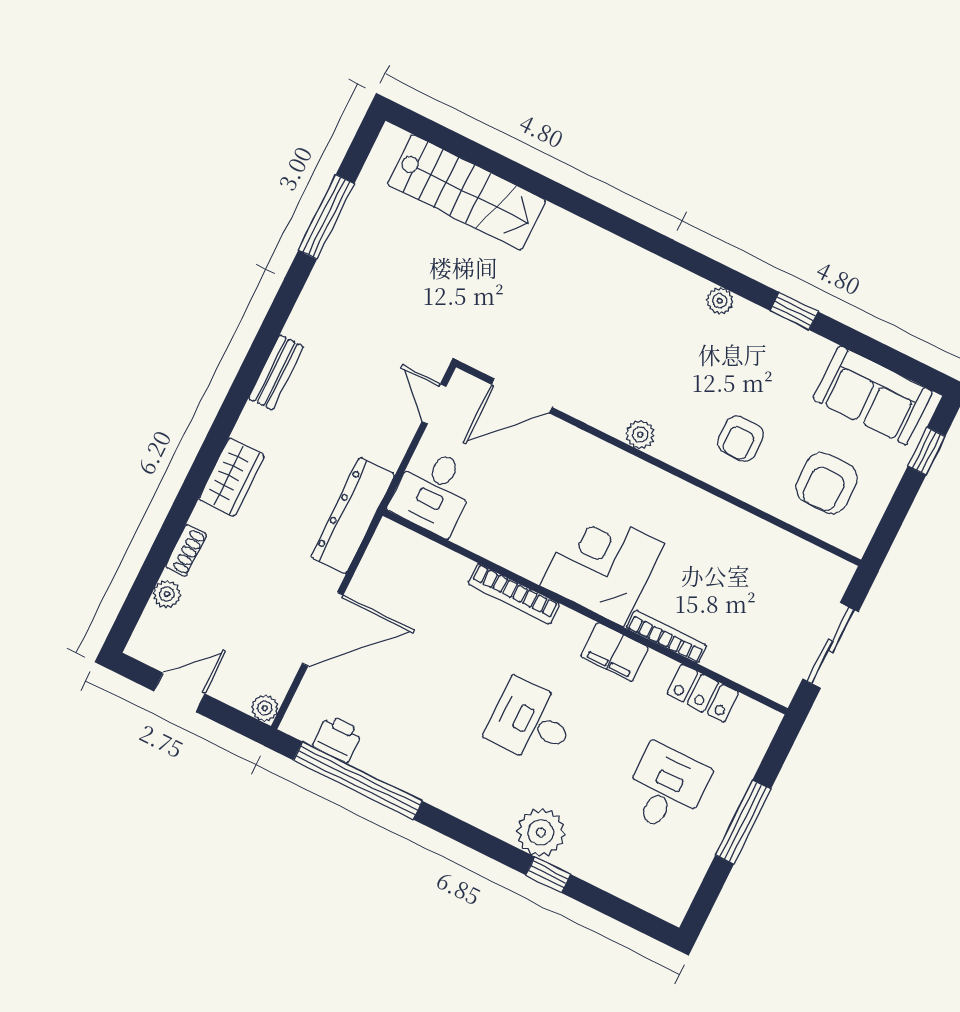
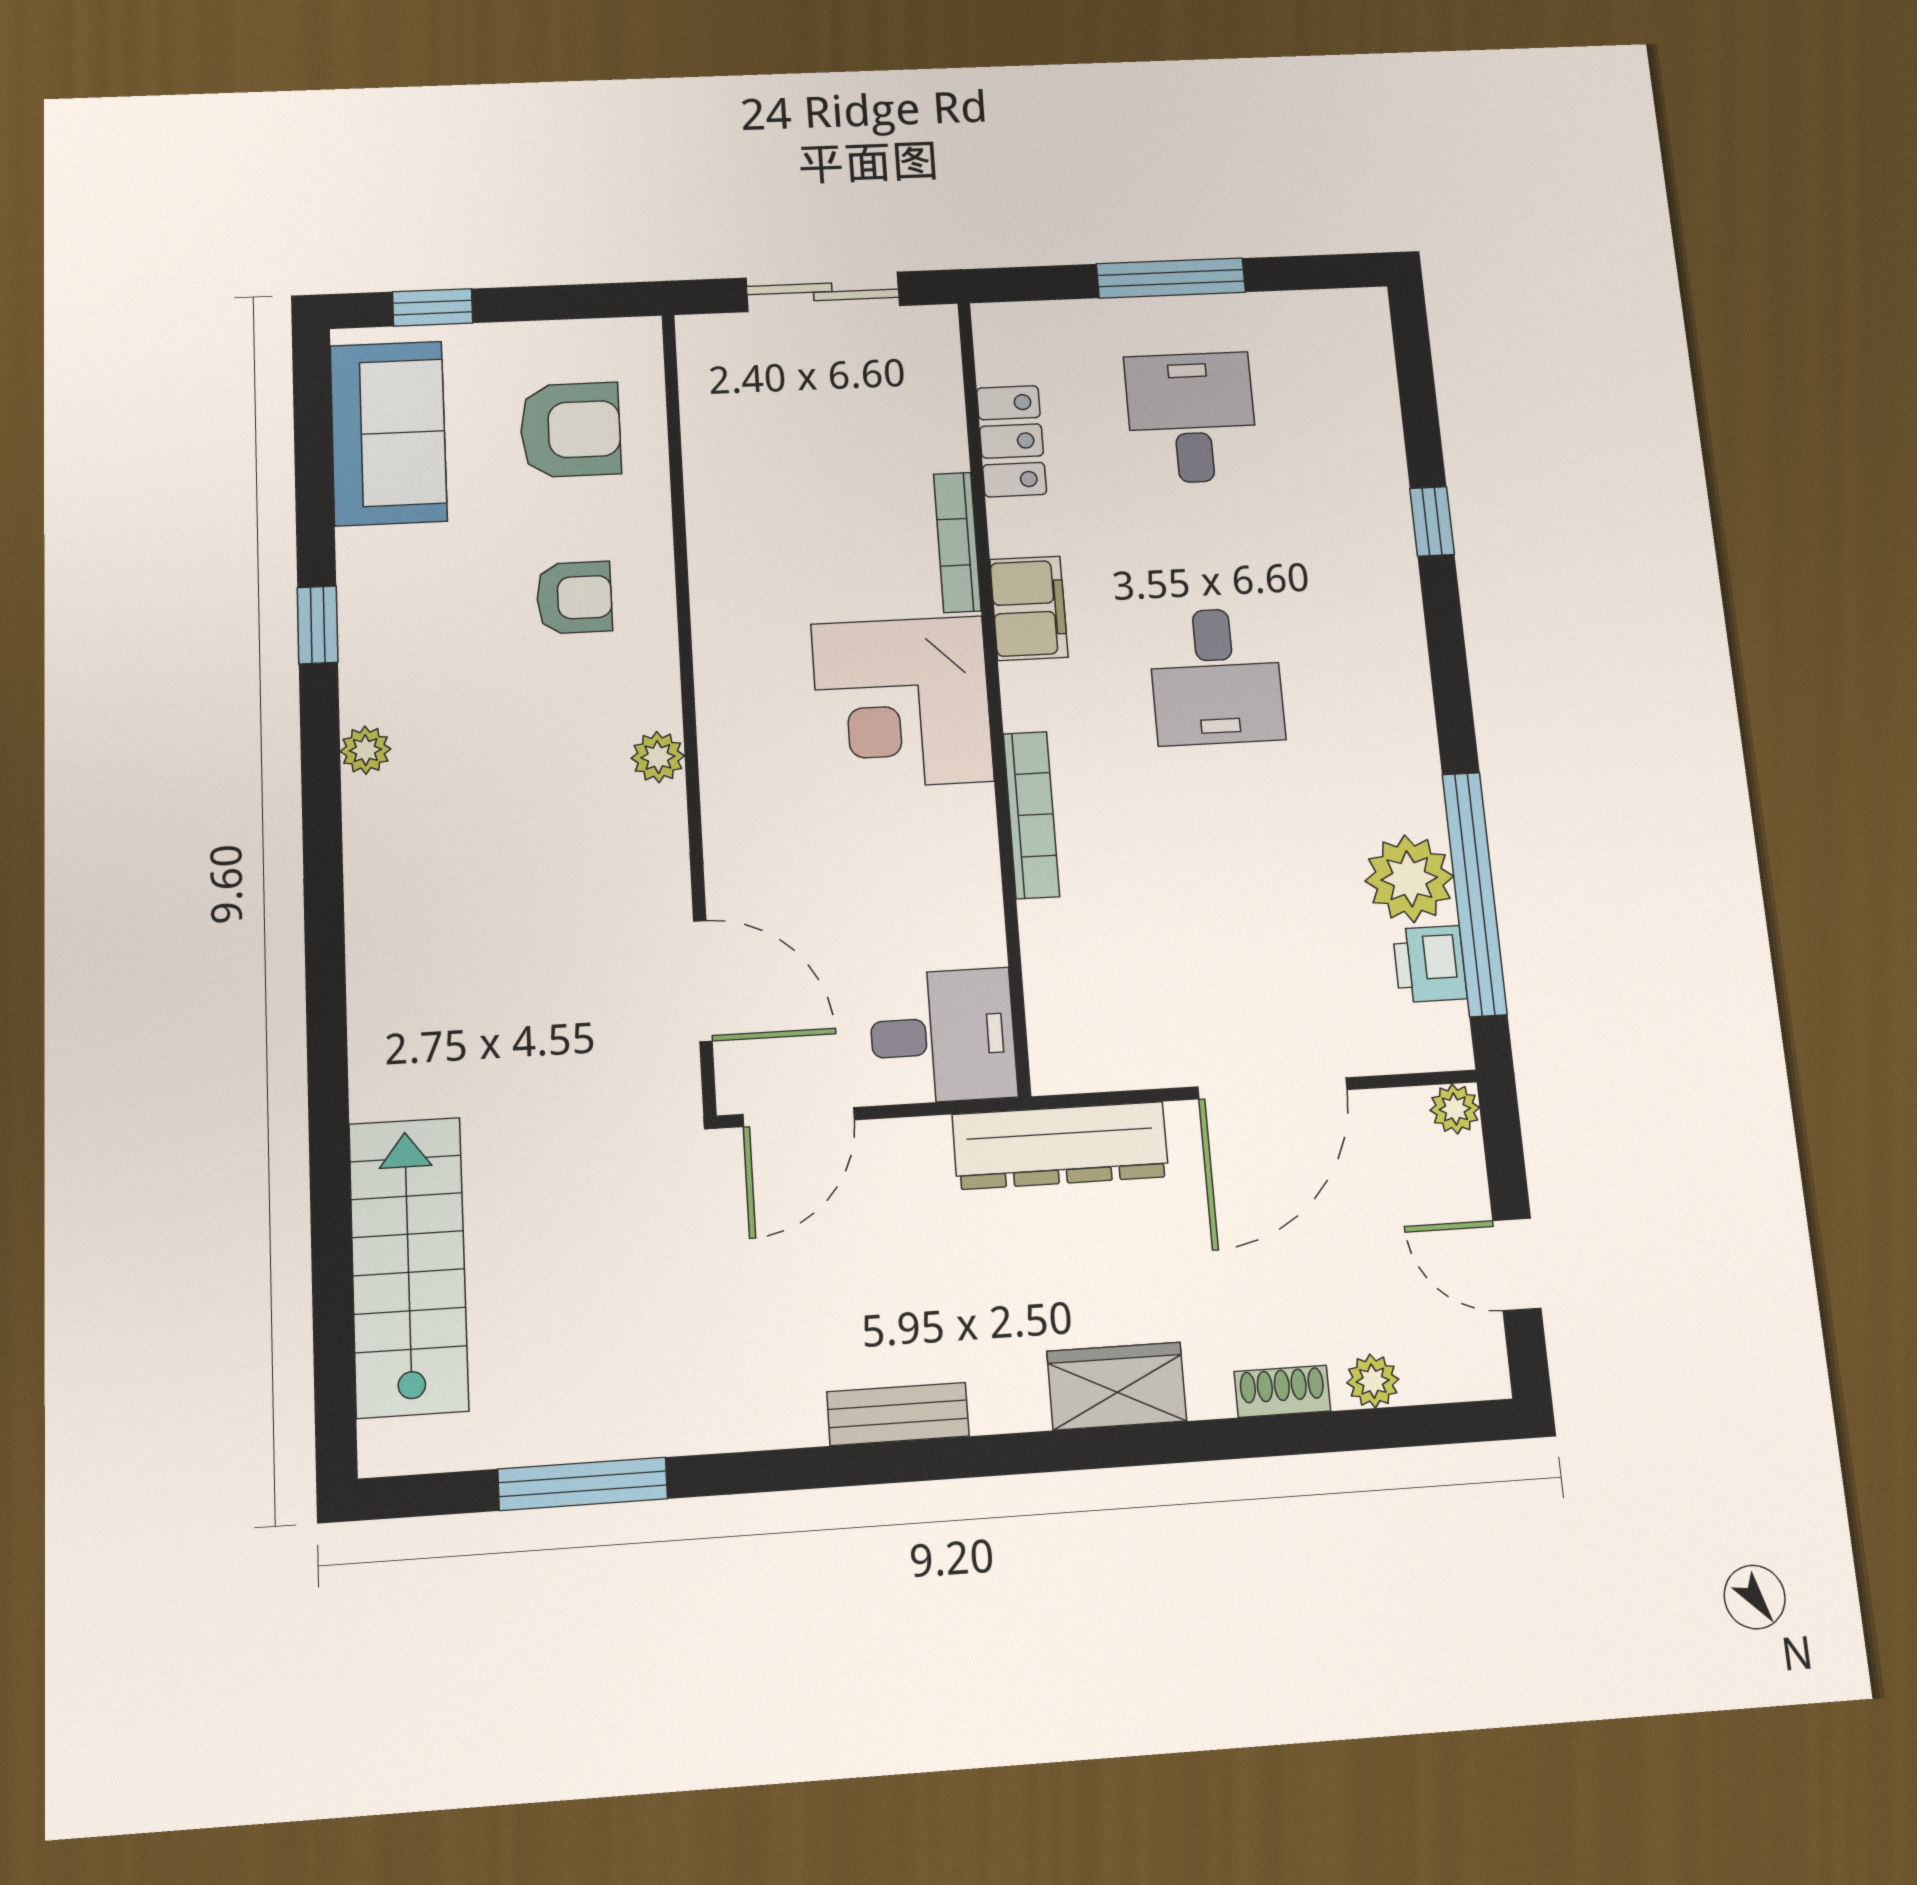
door: (434, 404) -> (799, 1117), width x1.38
door: (323, 629) -> (1272, 1088), swing flipped
desk: (666, 788) -> (1191, 418), turned 90
plant: (541, 832) -> (1409, 879), moved

